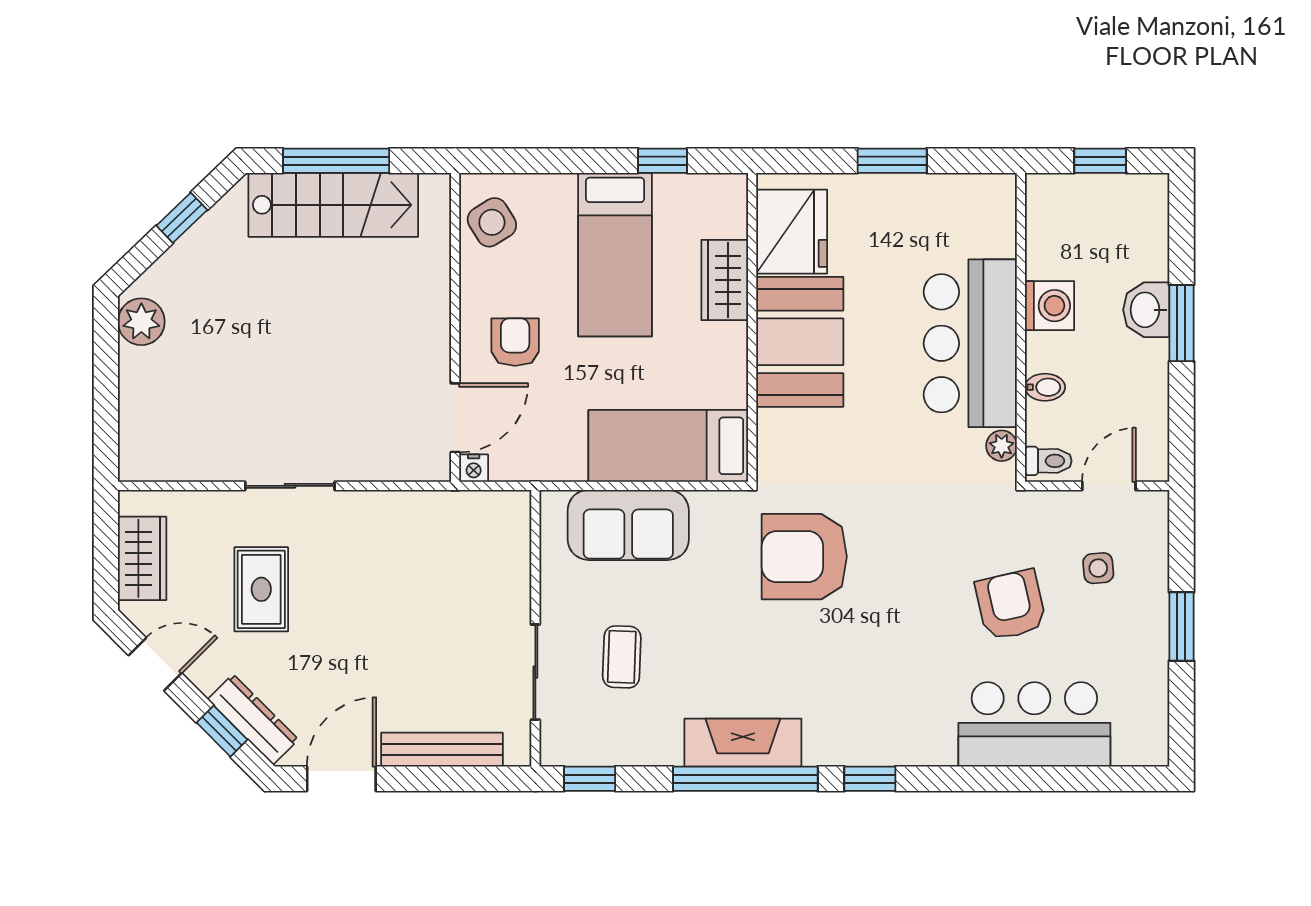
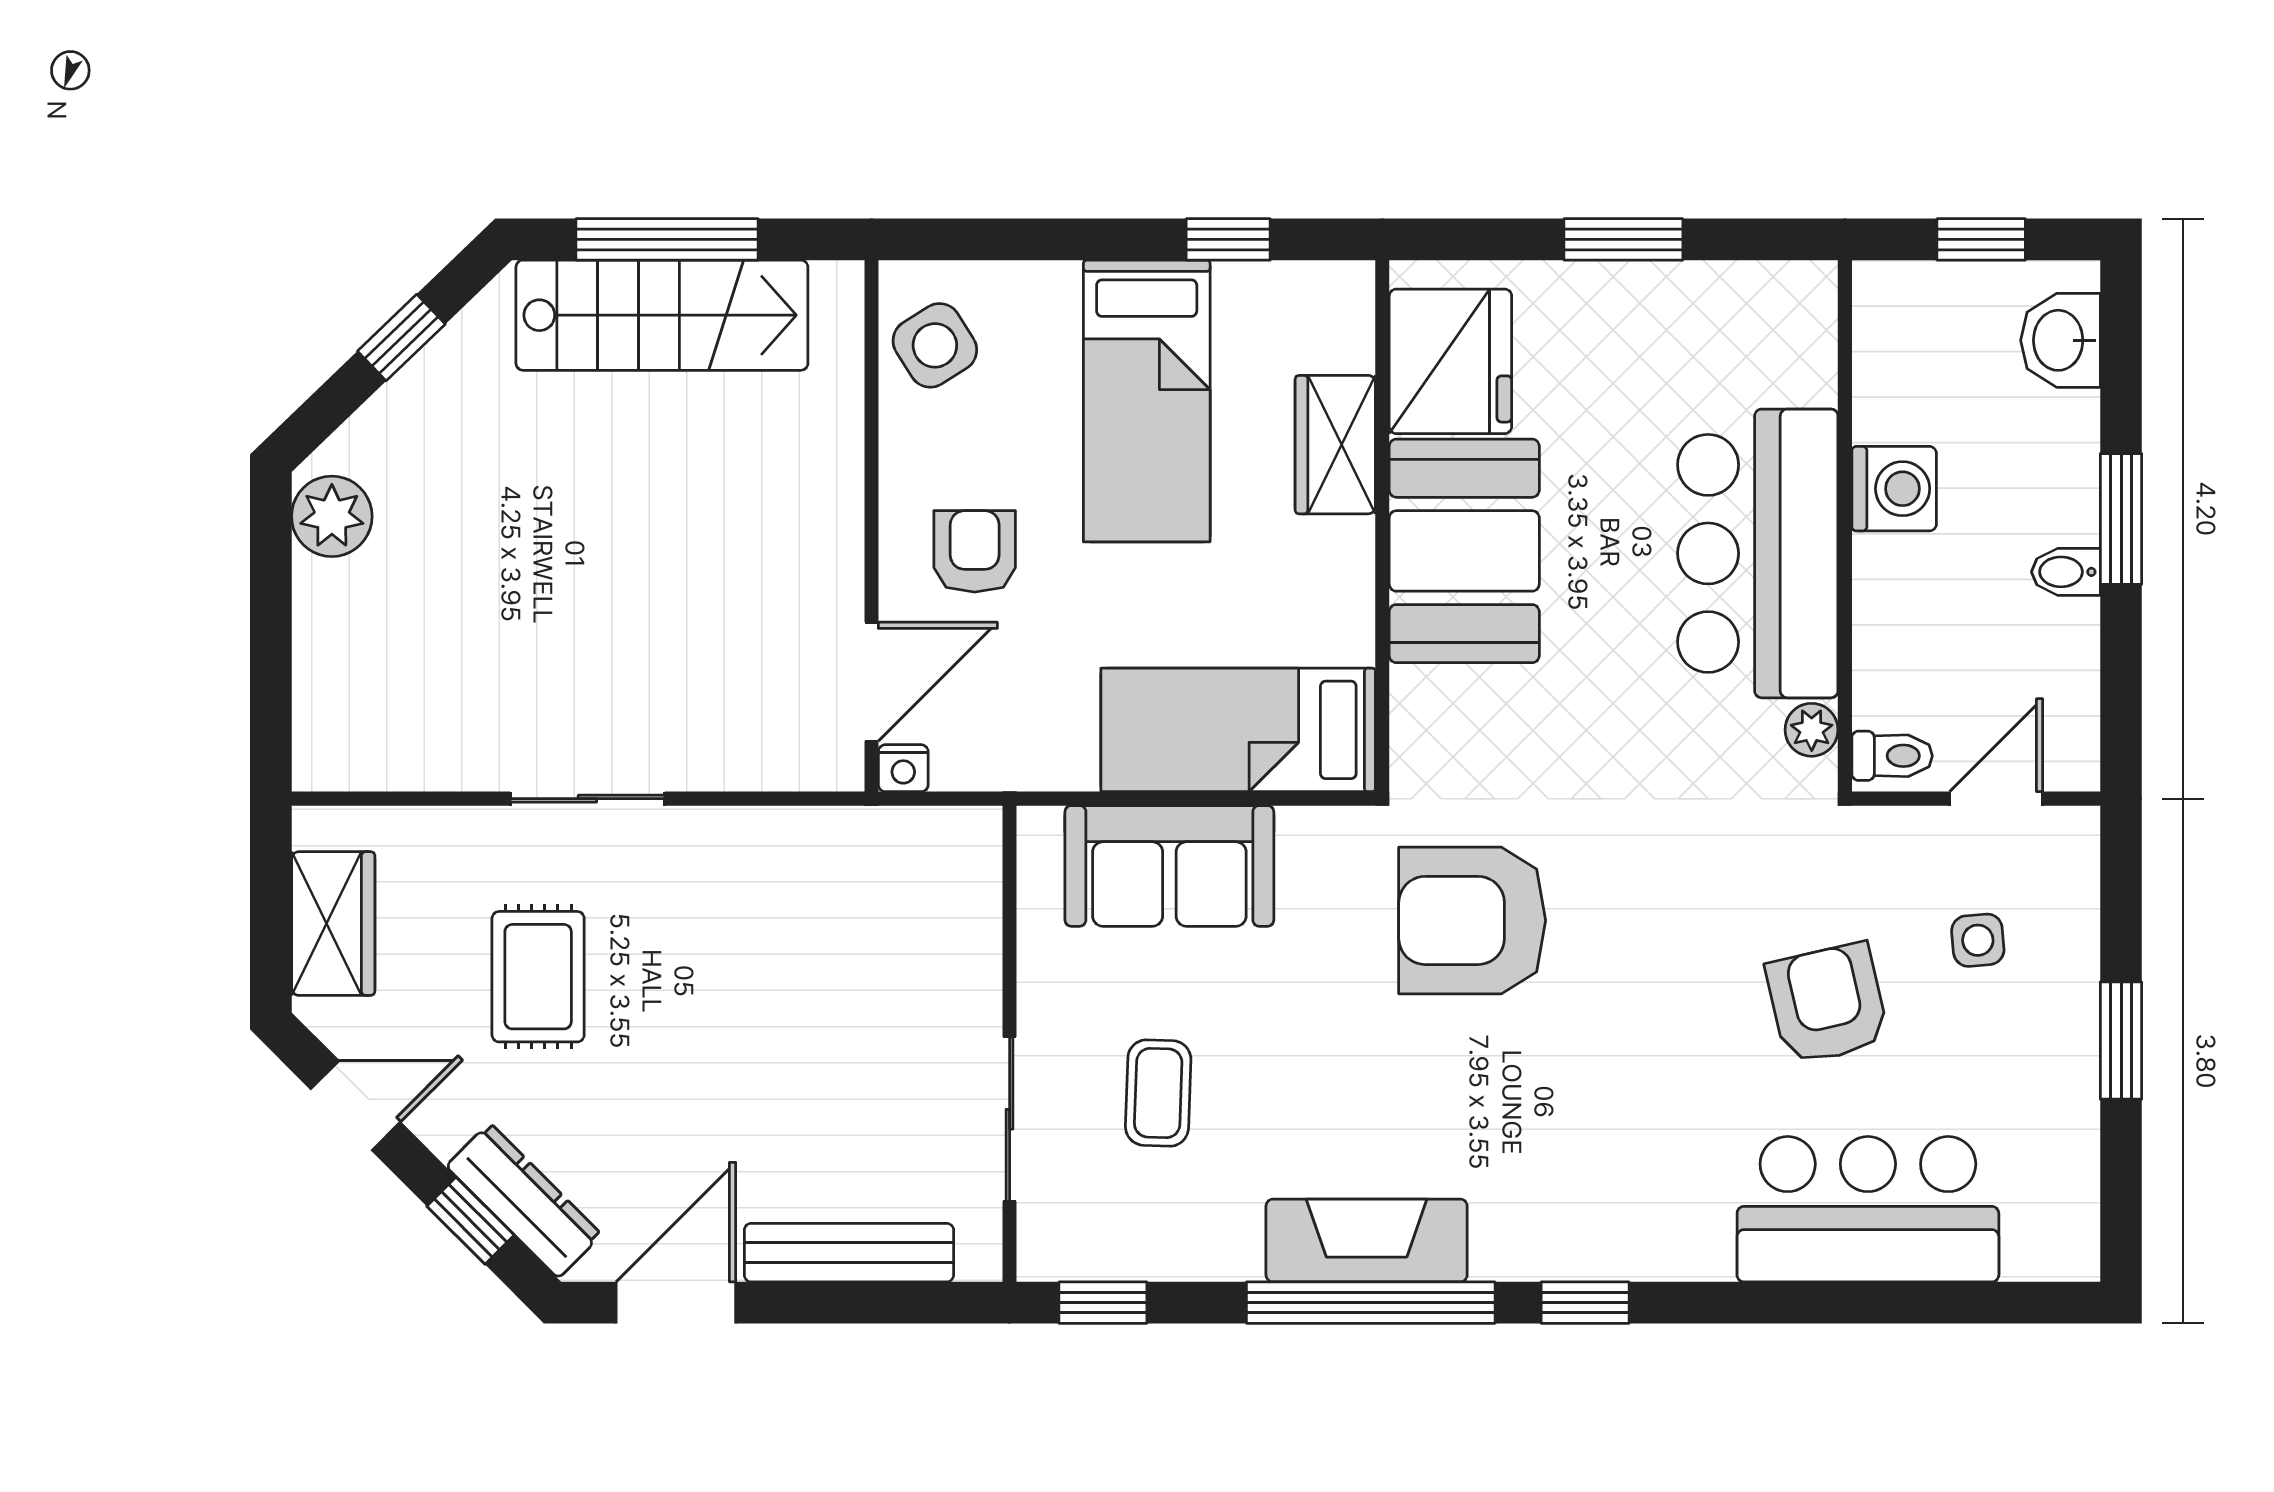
washbasin: (1146, 310) -> (2061, 340), moved
bidet: (1045, 387) -> (2066, 572), moved, turned 180

